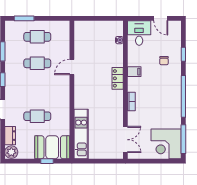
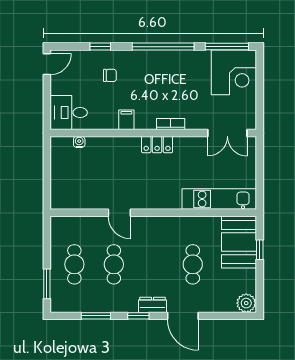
door: (161, 18) -> (47, 64), moved
locker: (118, 78) -> (157, 145), moved
dresser: (10, 136) -> (152, 305), moved
double door: (125, 140) -> (227, 133), swing flipped

